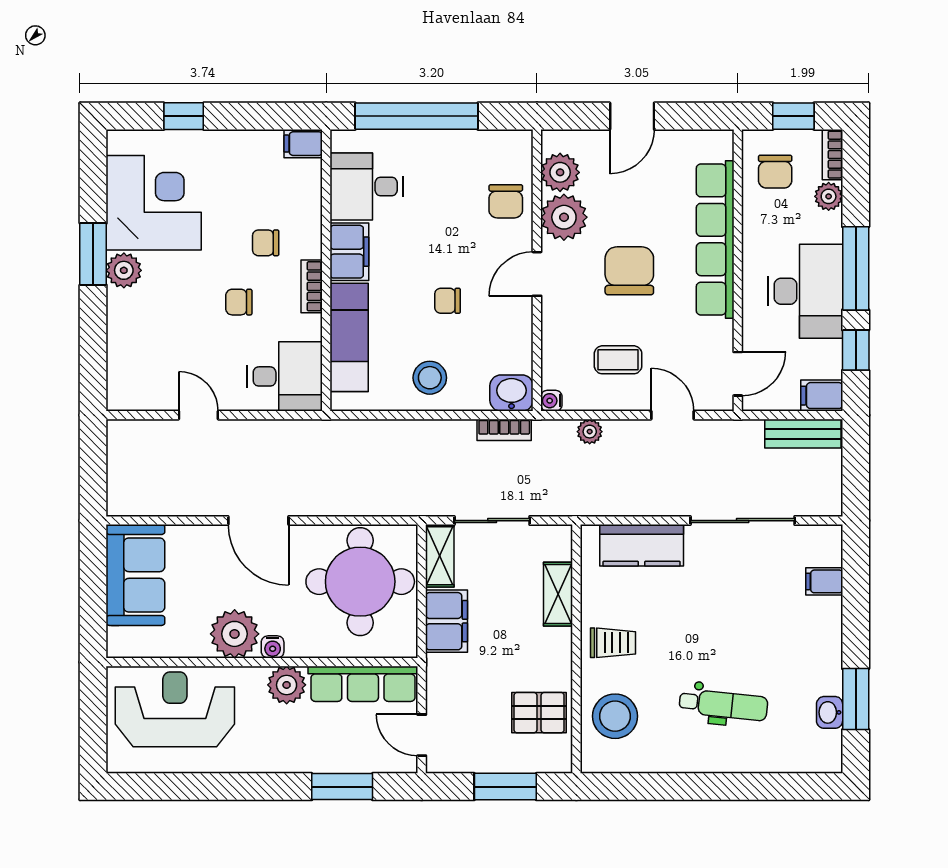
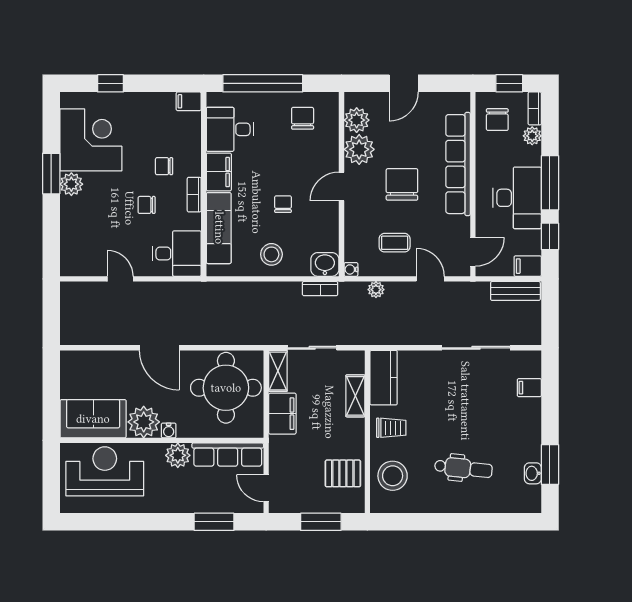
chair: (506, 201) -> (303, 118), moved, turned 180
chair: (447, 301) -> (283, 204), turned 90
kitchen counter: (642, 545) -> (384, 378), moved, turned -90
sofa: (135, 575) -> (93, 419), moved, turned -90

